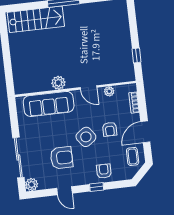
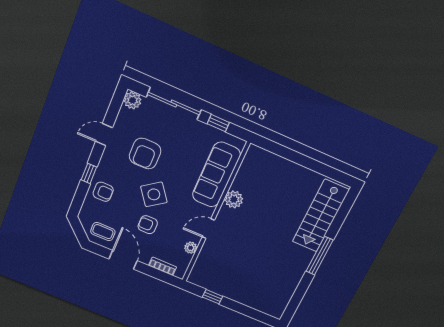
window: (14, 122) -> (218, 123), added

